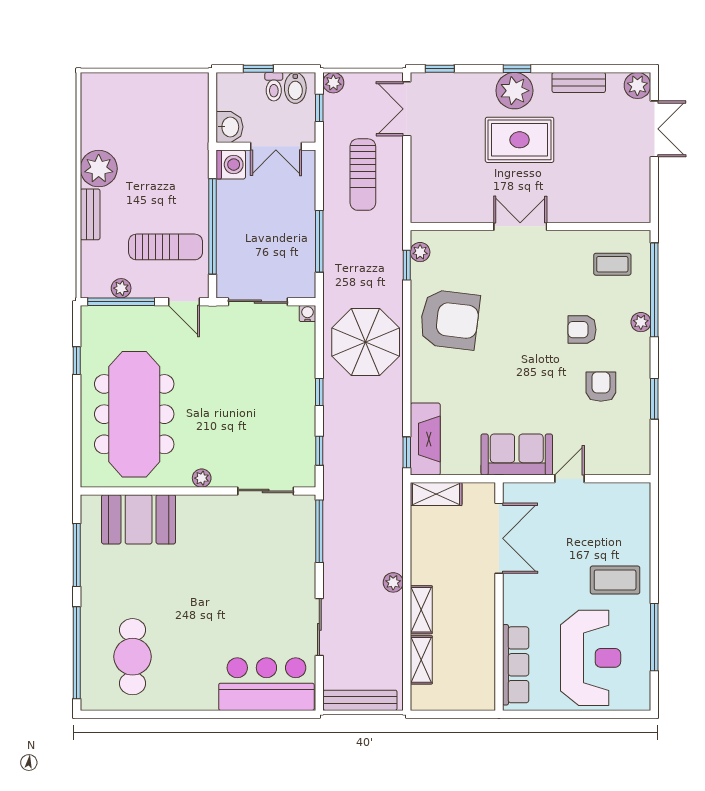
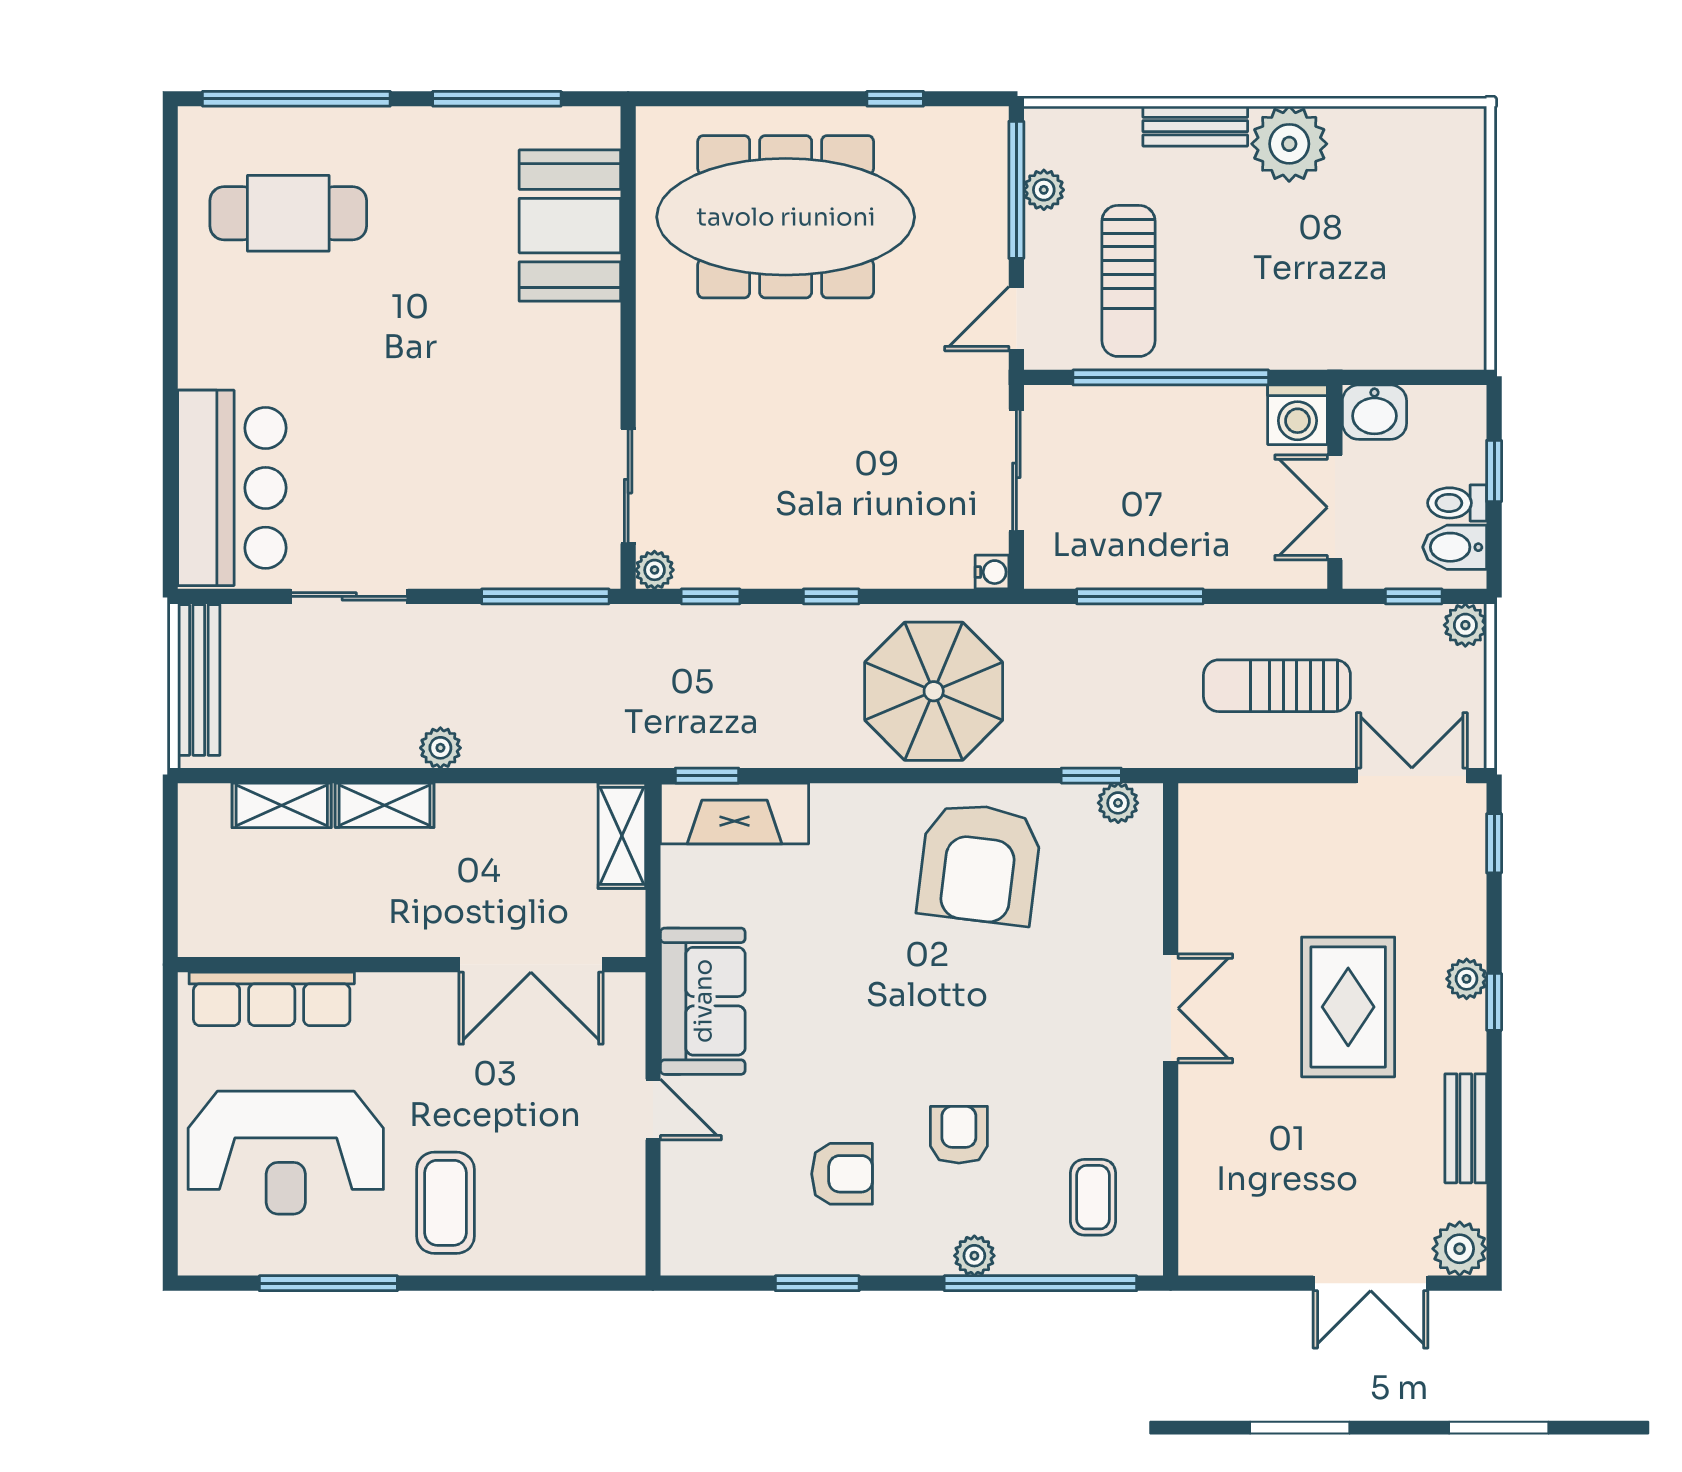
plant: (514, 91) -> (1467, 979), width x0.53, depth x0.53
plant: (202, 478) -> (655, 570), moved

